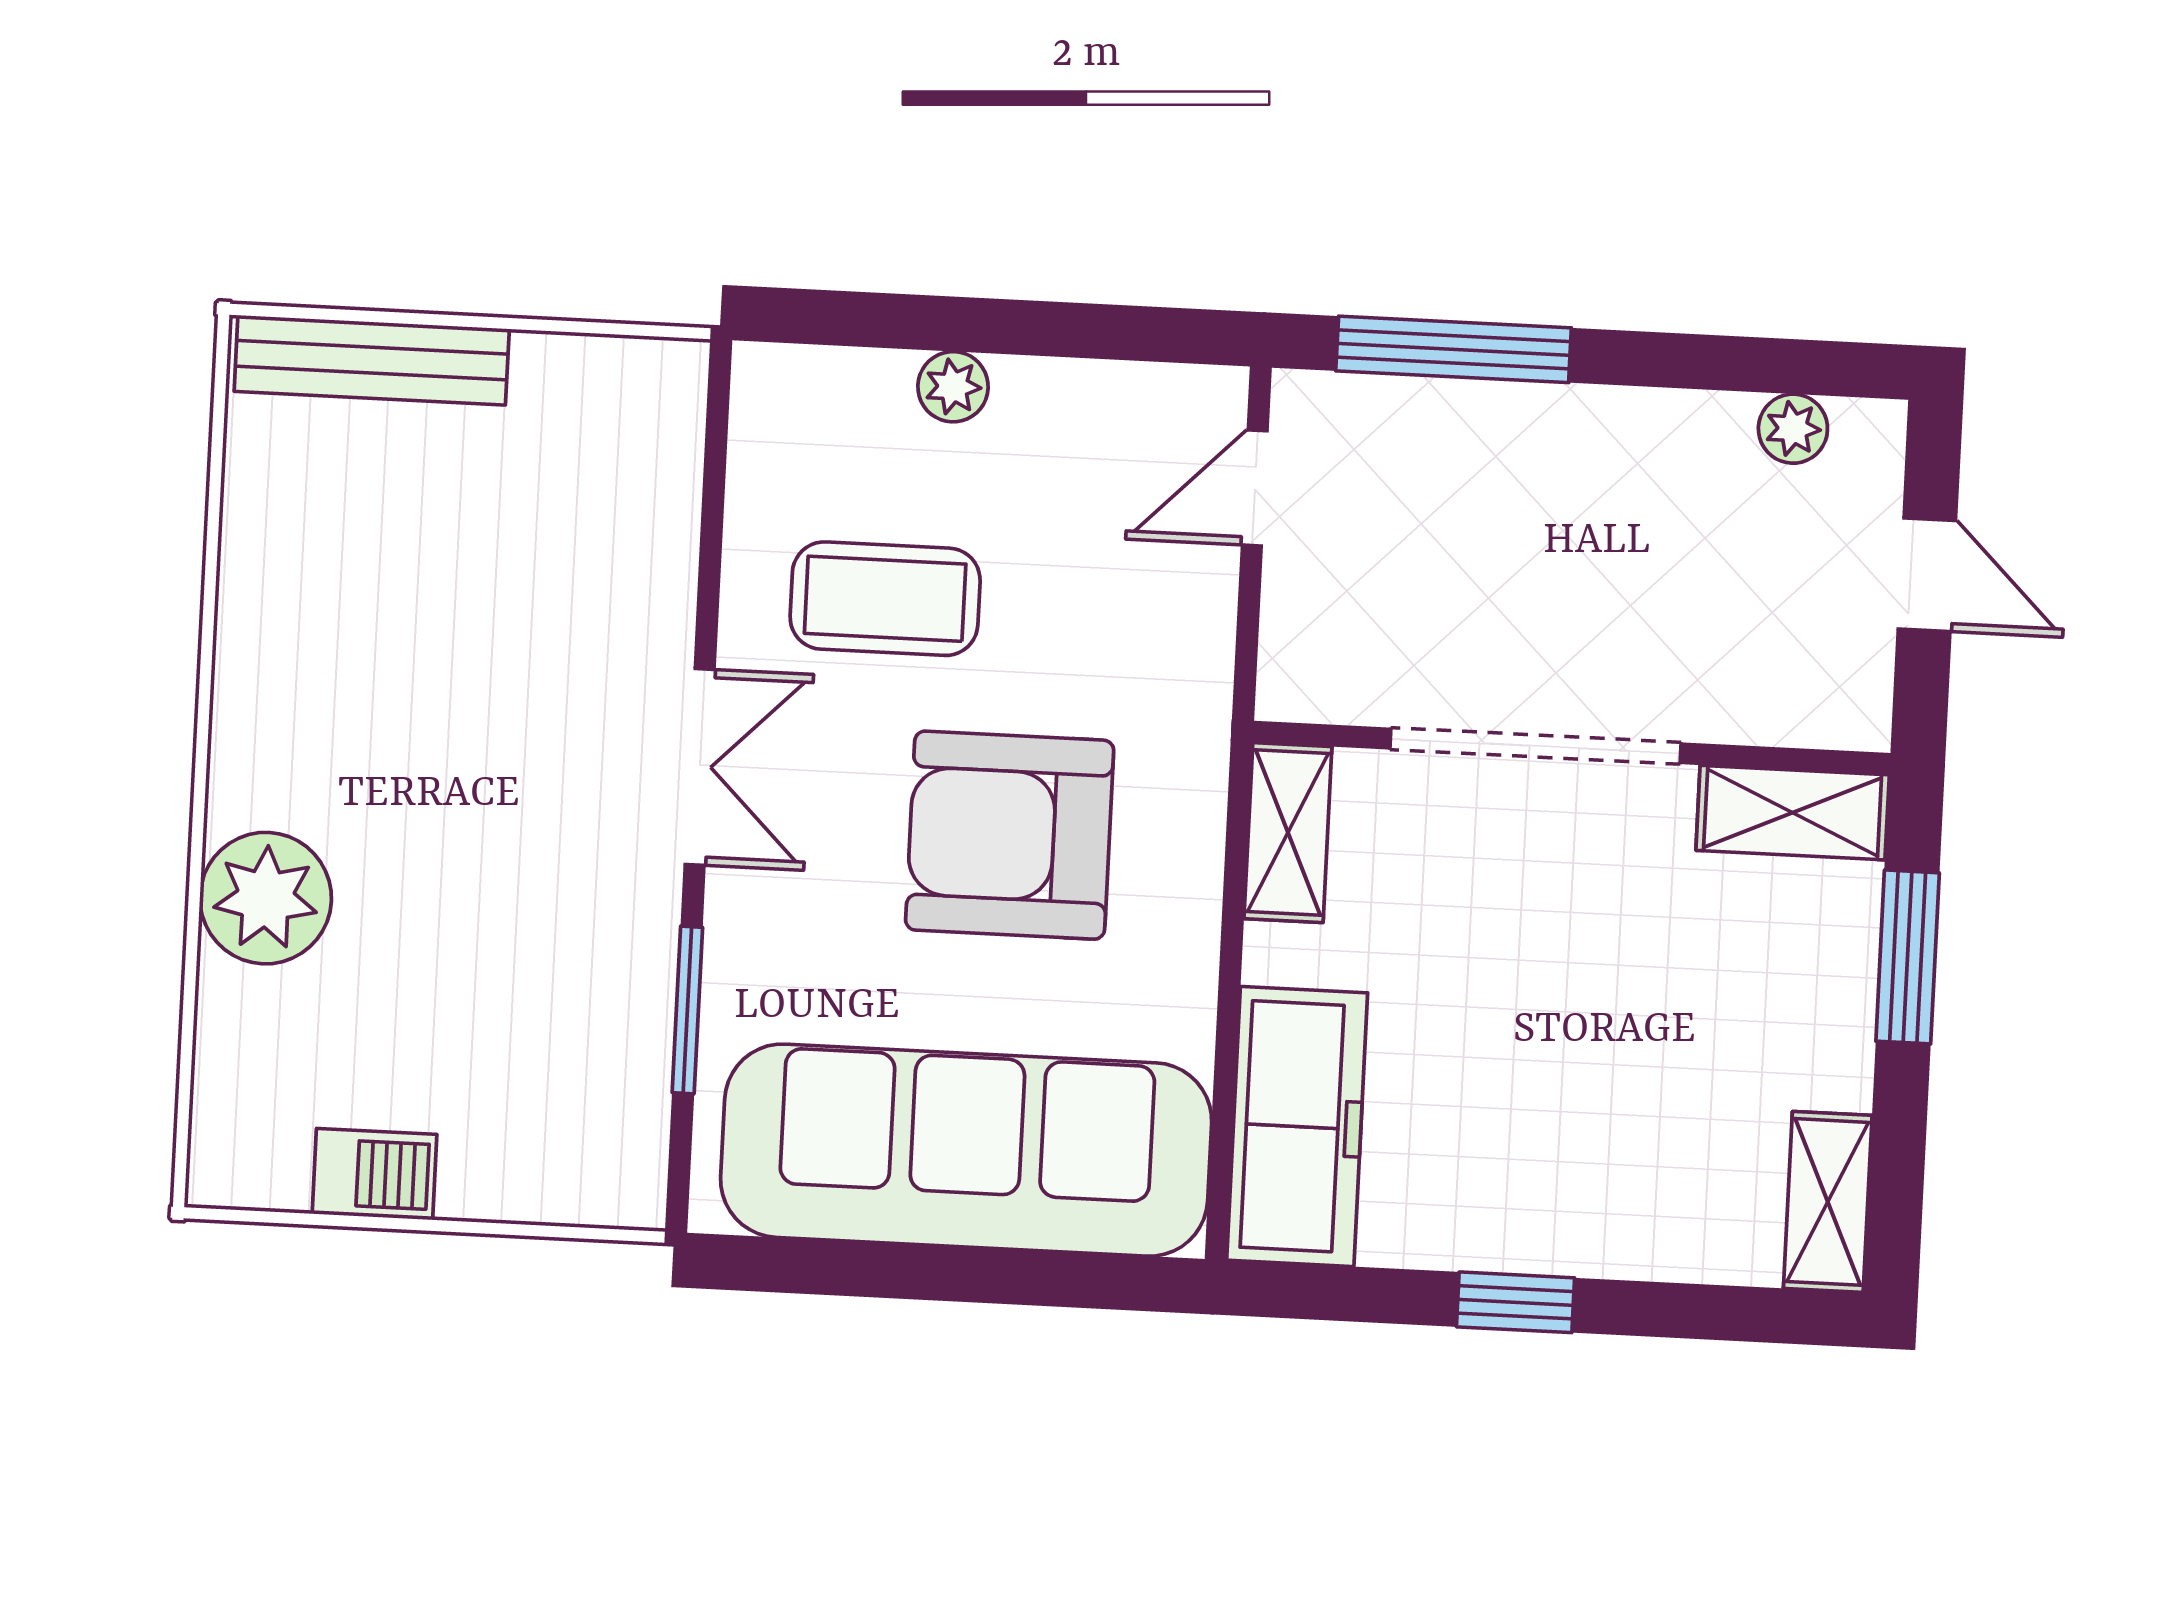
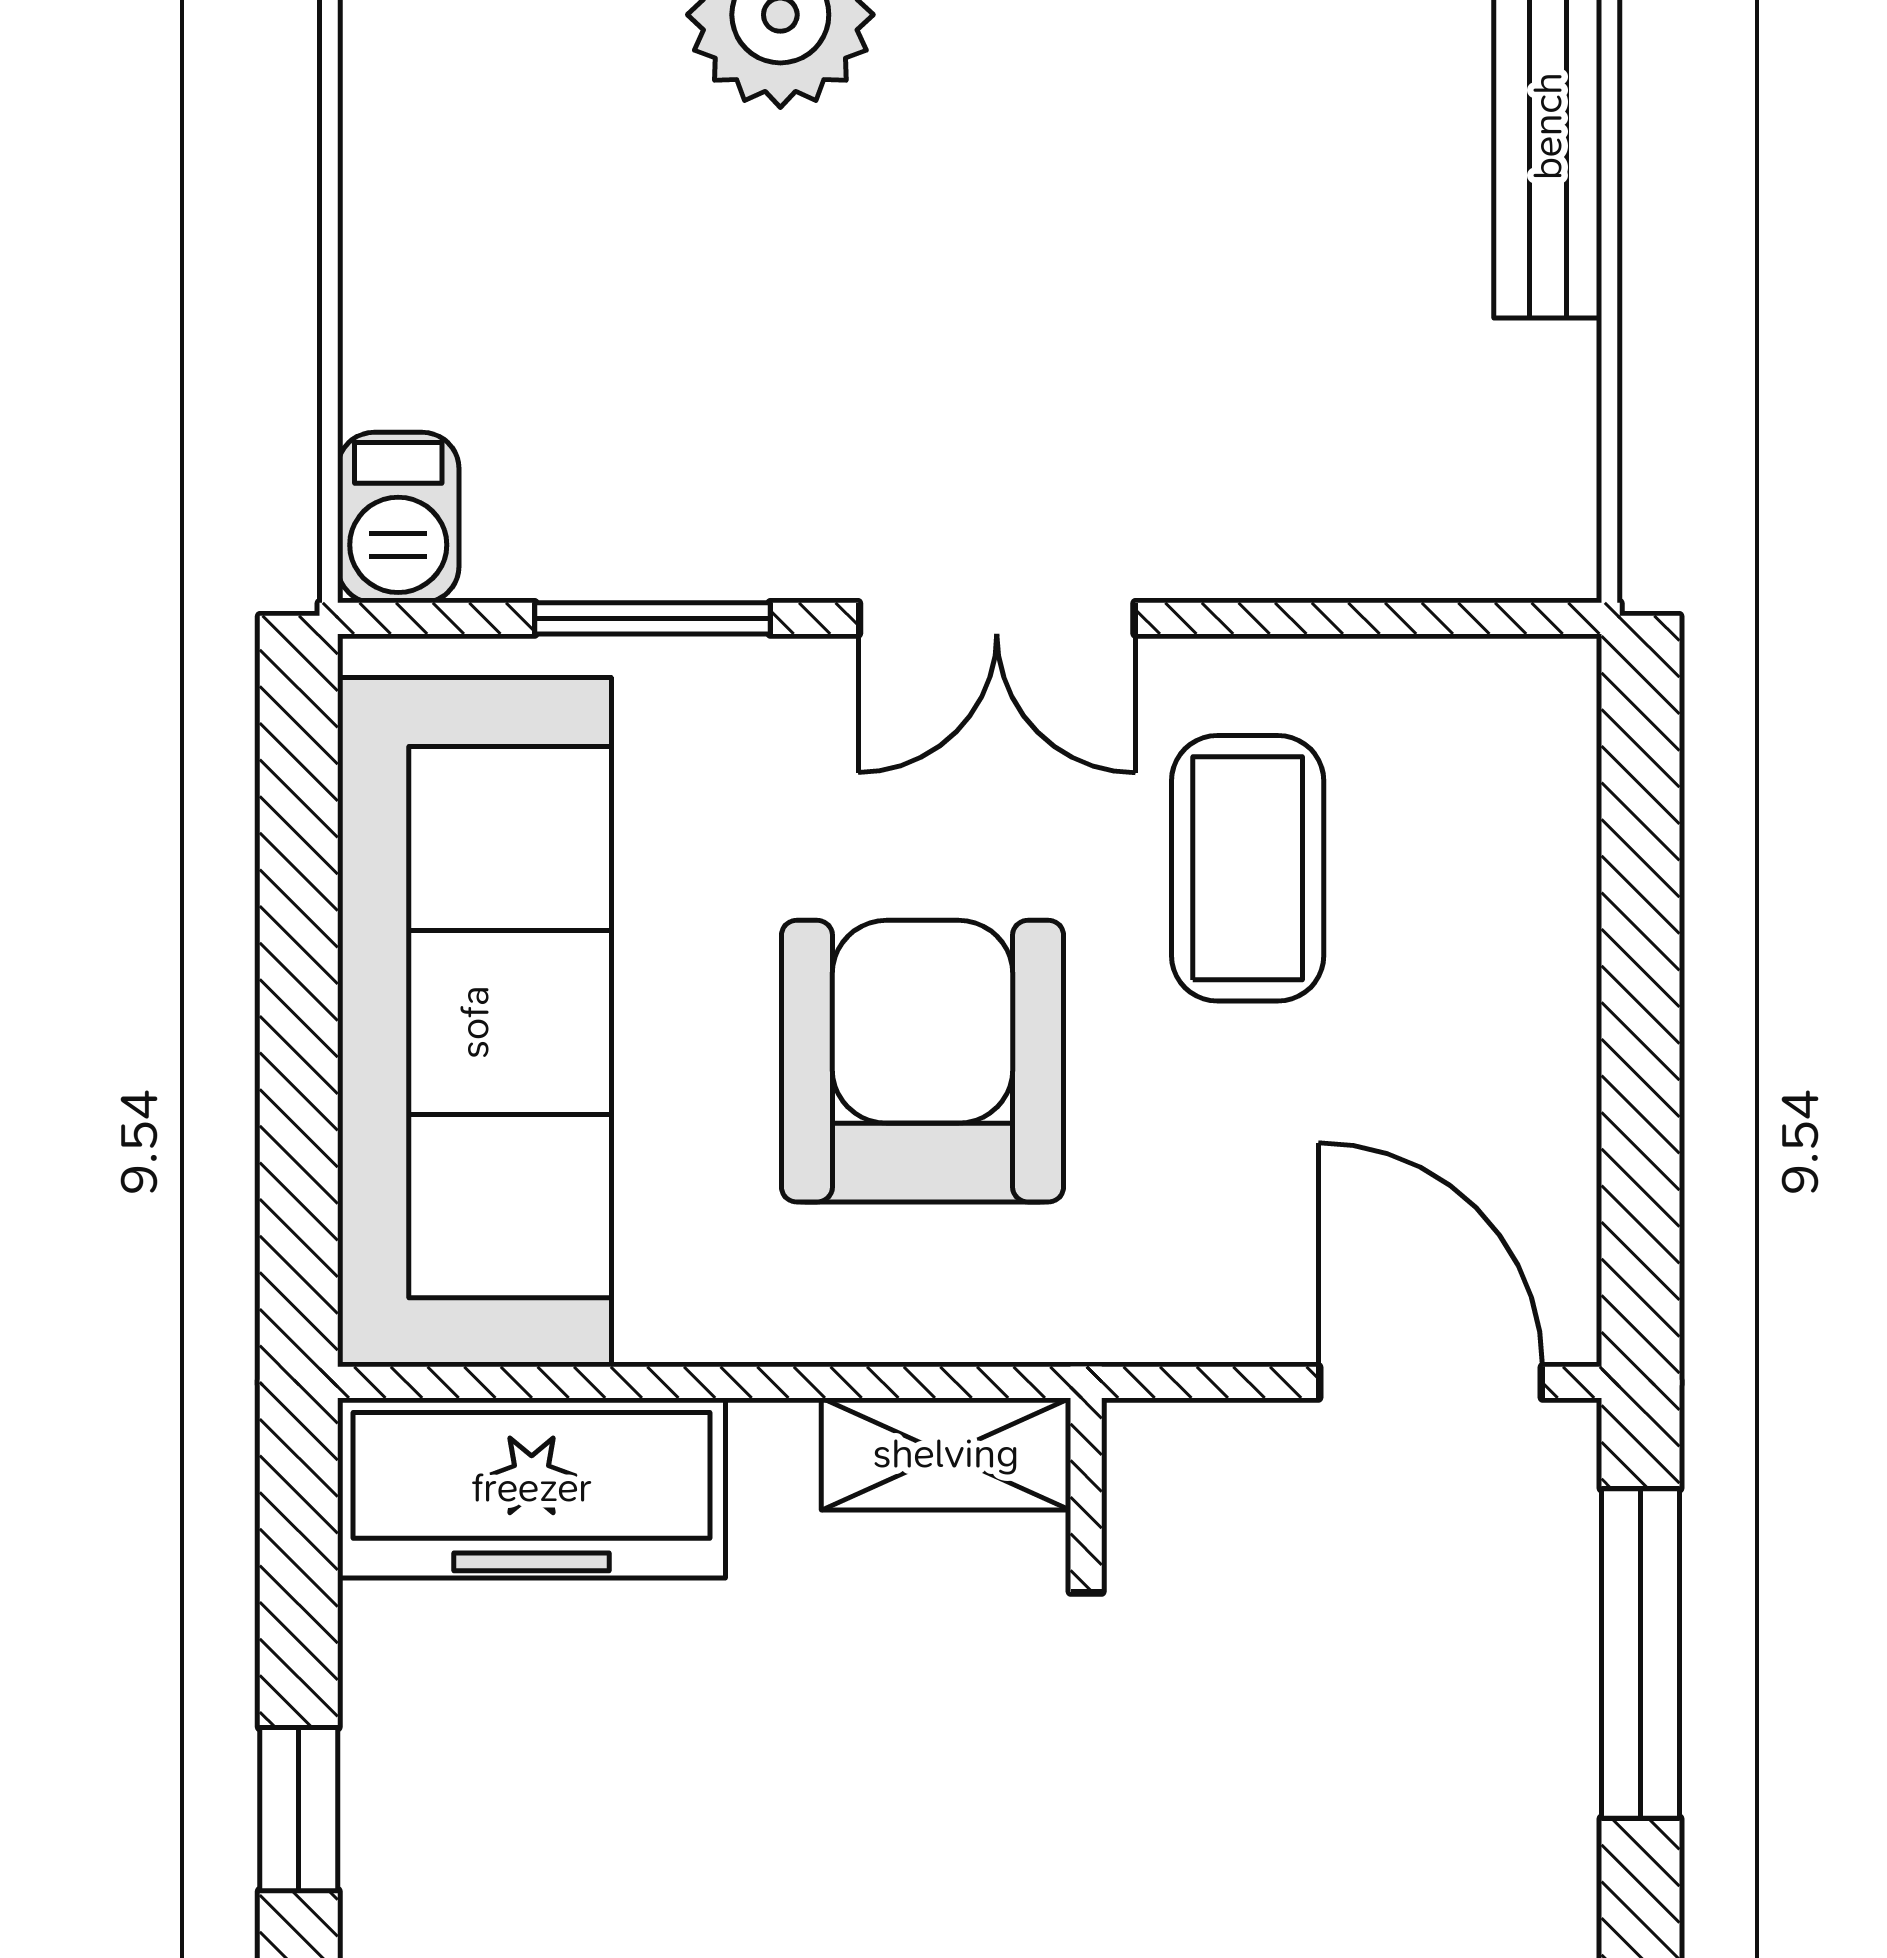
plant: (953, 387) -> (1552, 949), removed
door: (1255, 488) -> (1430, 1382), width x1.38
barbecue: (374, 1174) -> (398, 518), moved

